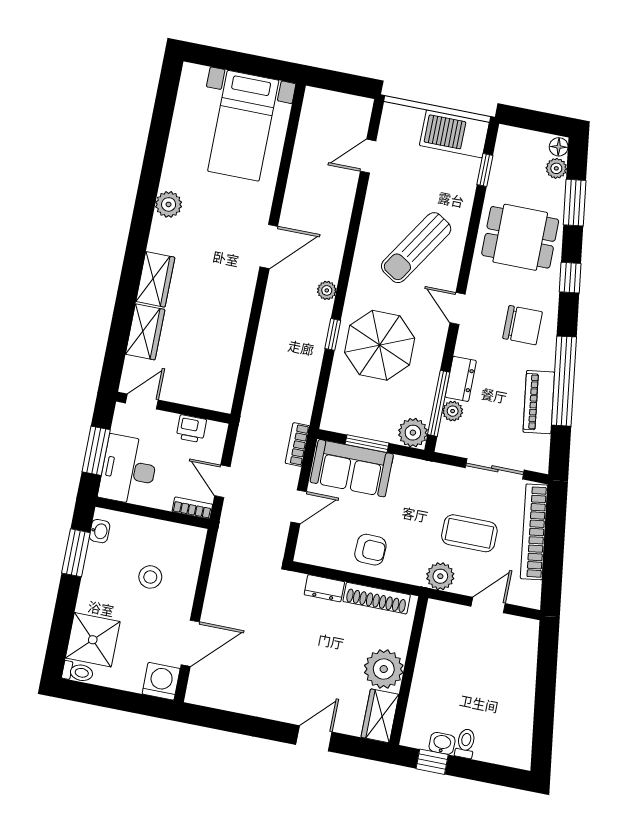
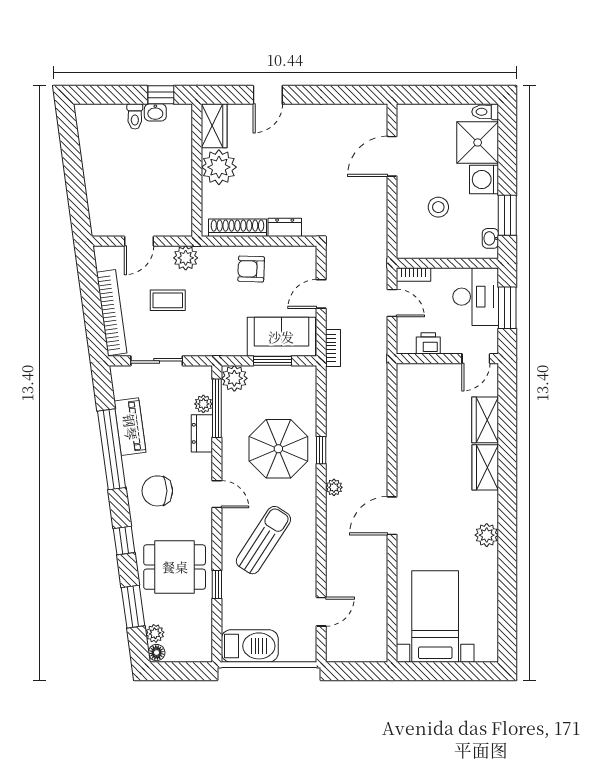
window: (485, 170) -> (217, 584), moved
coffee table: (469, 533) -> (168, 300), width x0.73, depth x0.77
washing machine: (161, 681) -> (484, 180), moved, turned 90

